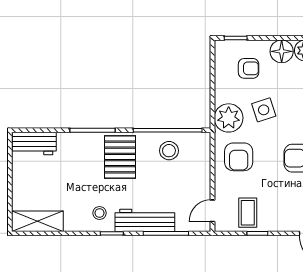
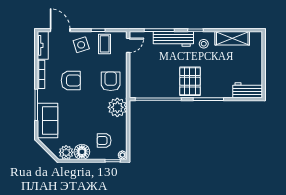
plant: (221, 47) -> (122, 155), added
side table: (264, 110) -> (81, 45), moved
stool: (169, 151) -> (157, 85), removed
shelving: (37, 221) -> (232, 38), moved

